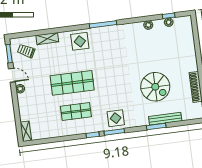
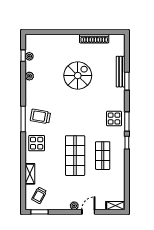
trolley: (108, 42) -> (40, 116), added
door: (12, 75) -> (88, 212), moved
spiral stairs: (155, 87) -> (78, 76), moved

